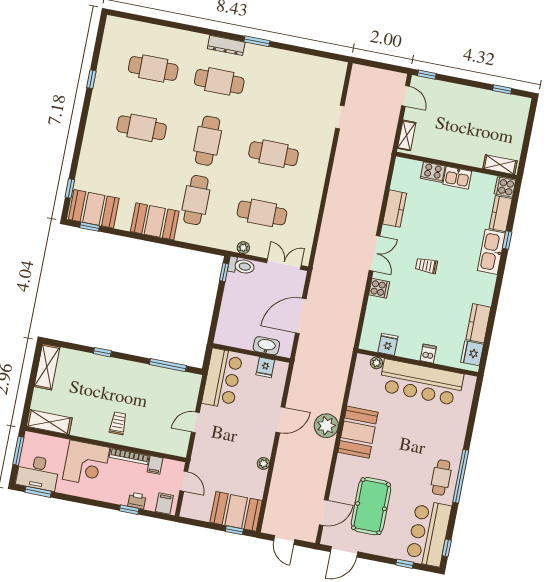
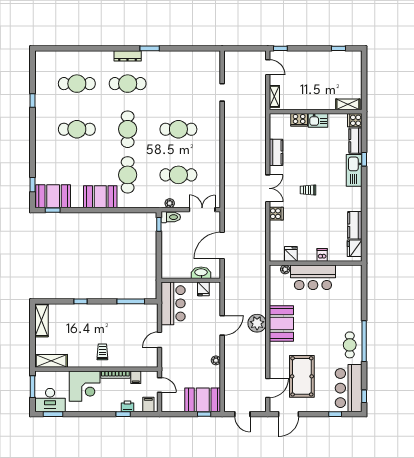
bar counter: (421, 382) -> (313, 277), width x0.73

